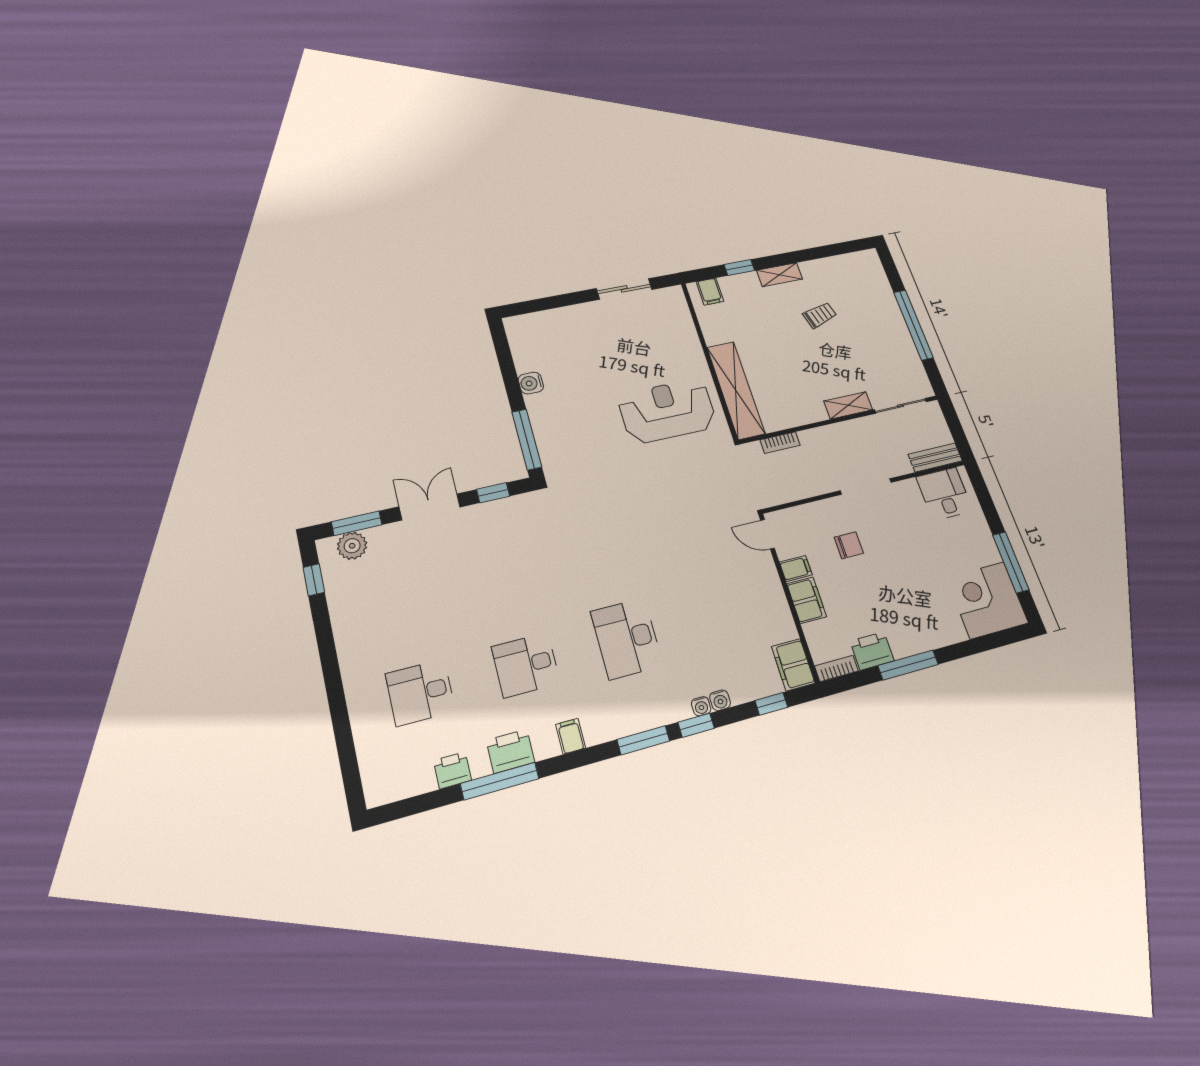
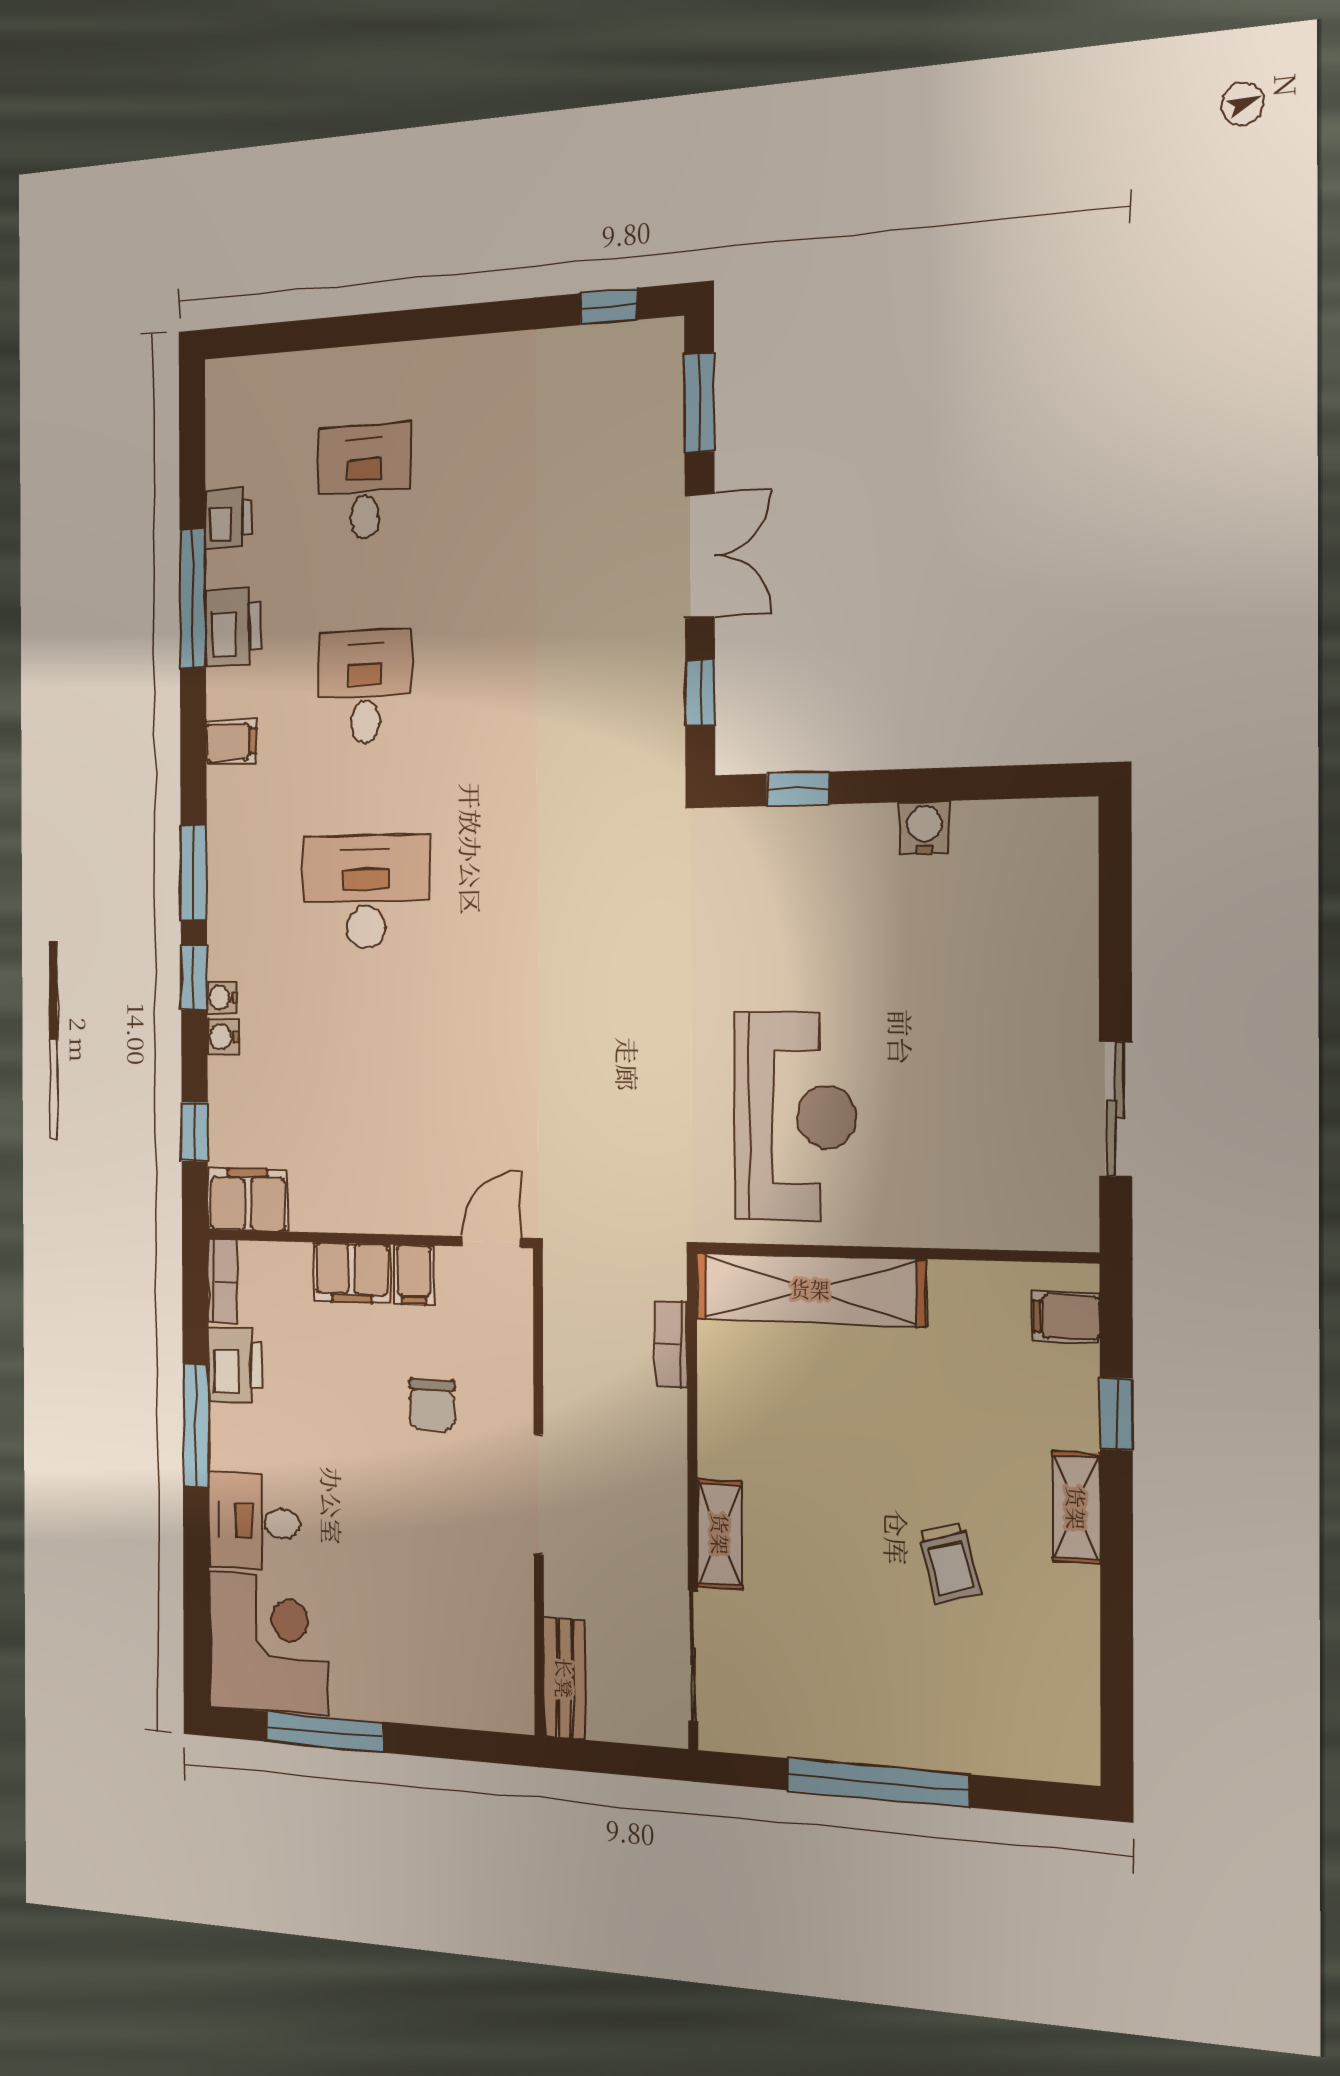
window: (527, 439) -> (798, 789), width x0.46
desk: (944, 494) -> (254, 1522), moved, turned 180
plant: (352, 546) -> (657, 389), removed

